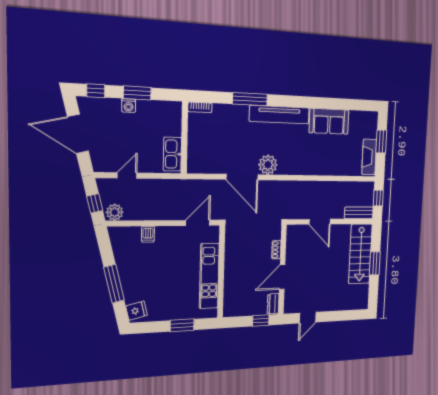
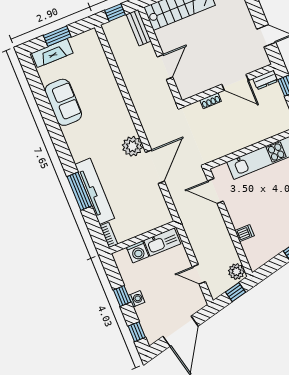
window: (137, 93) -> (122, 296), width x0.67
tv unit: (279, 115) -> (95, 191), moved
washing machine: (173, 127) -> (138, 252), added
fireplace: (369, 157) -> (52, 53), moved

